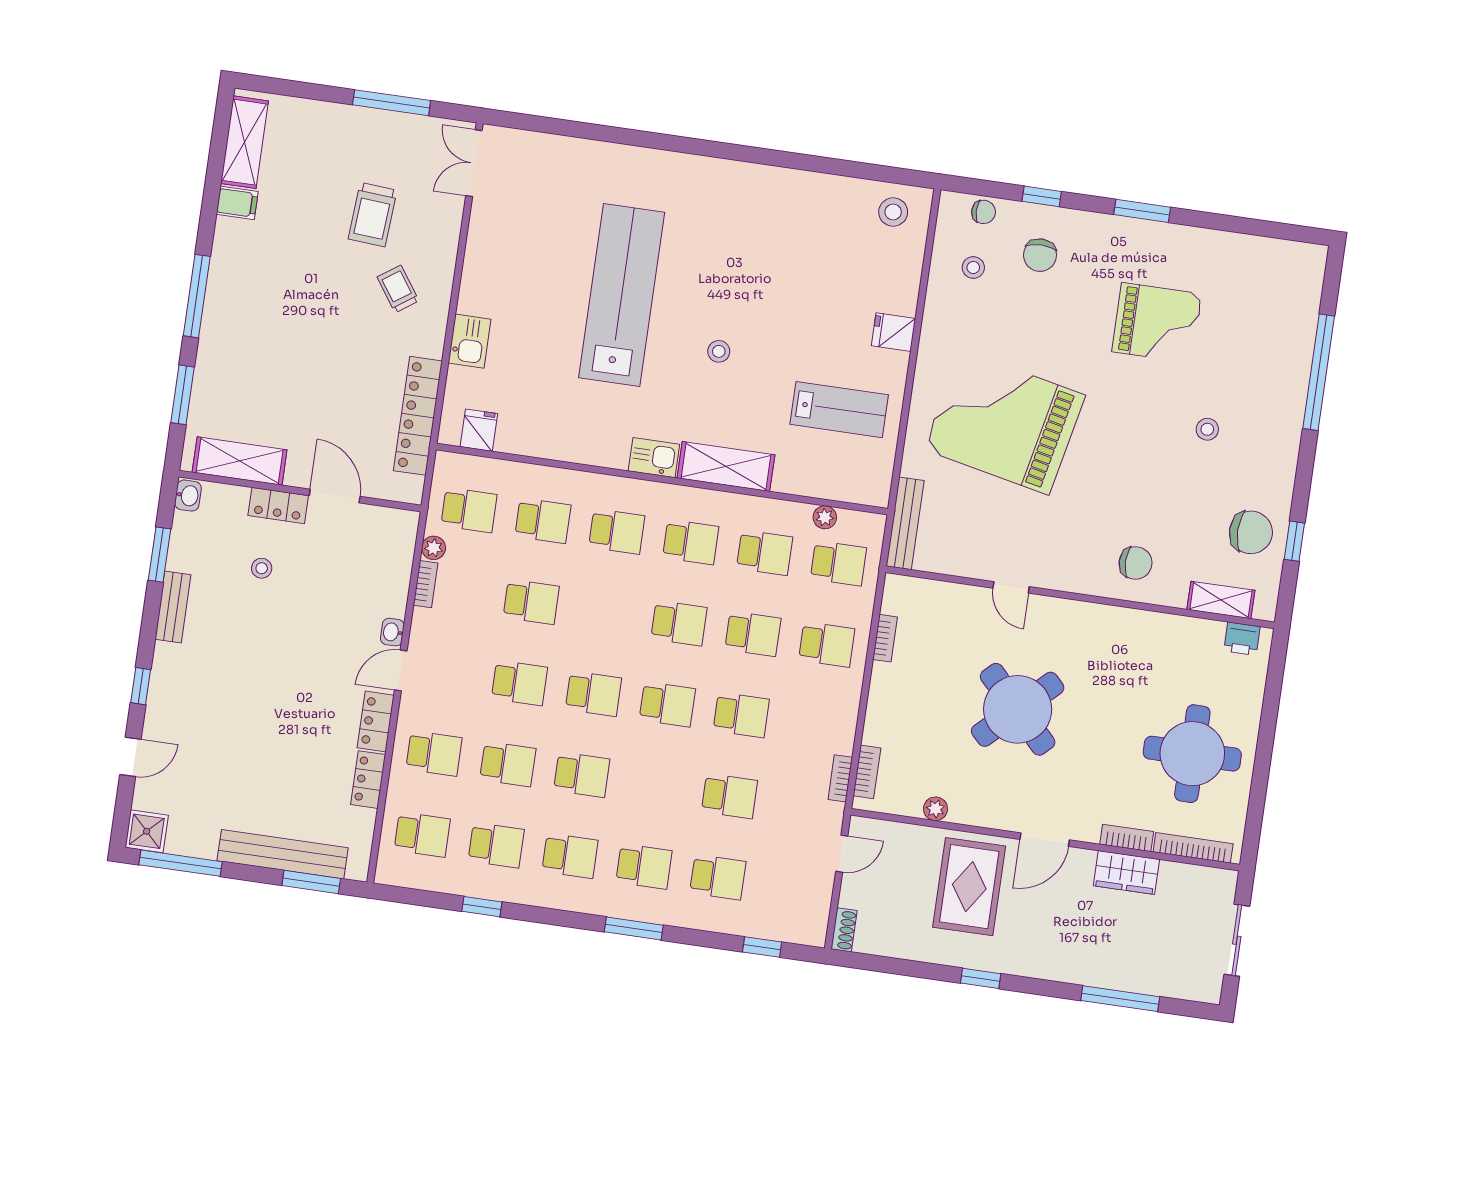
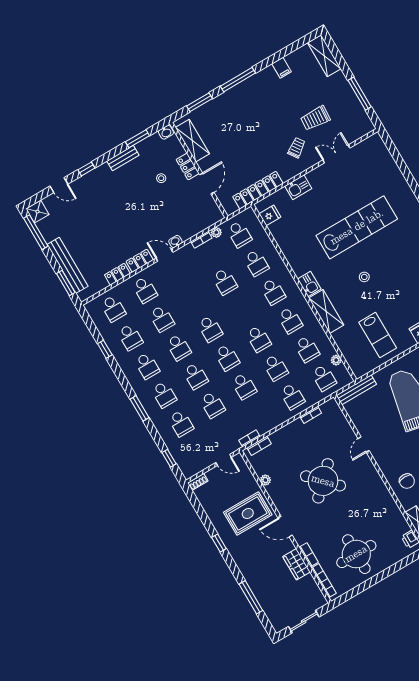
shelving: (245, 142) -> (324, 56), moved, turned 90
double door: (474, 163) -> (336, 154), moved
school desk: (519, 683) -> (195, 376), moved

